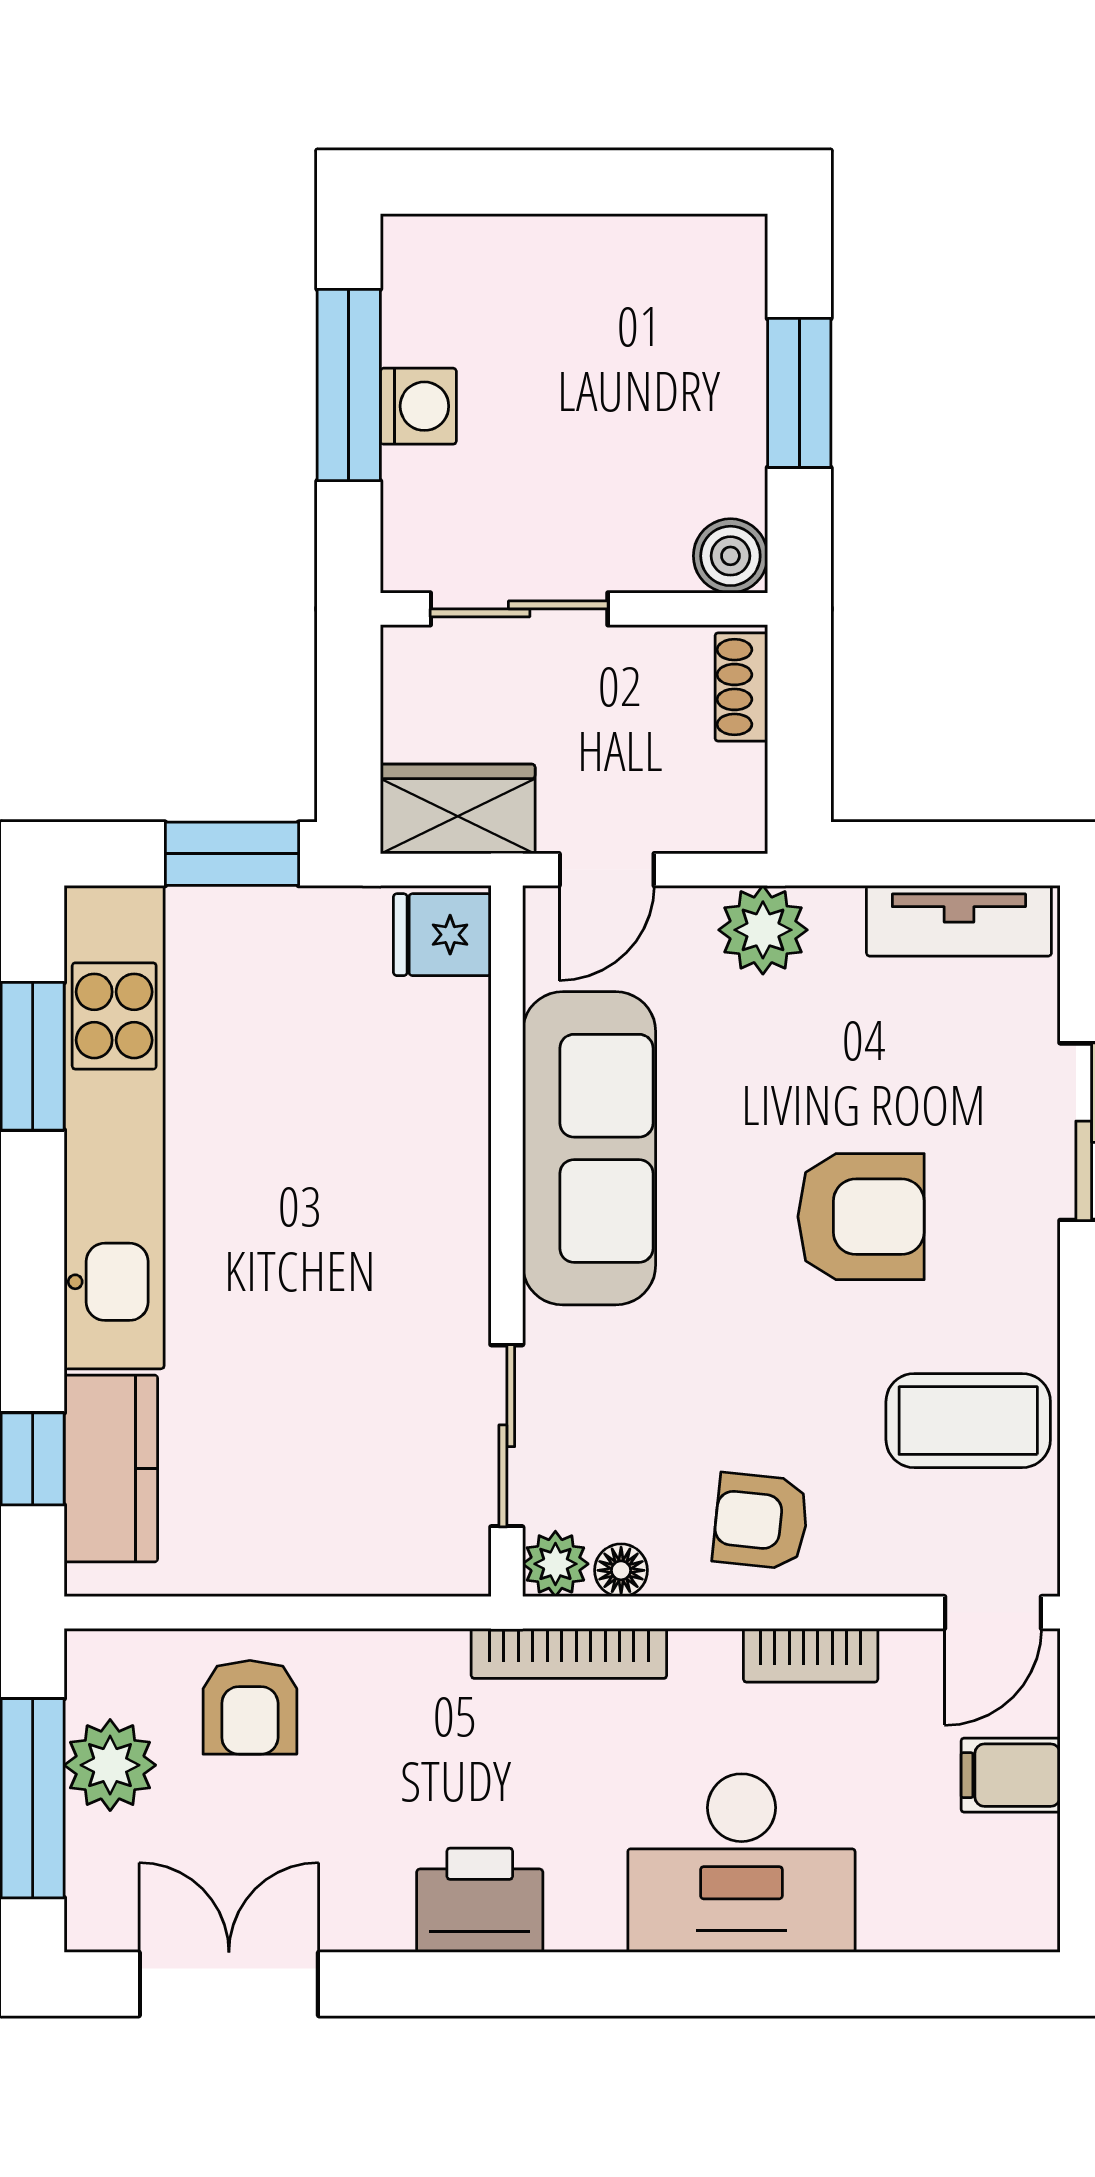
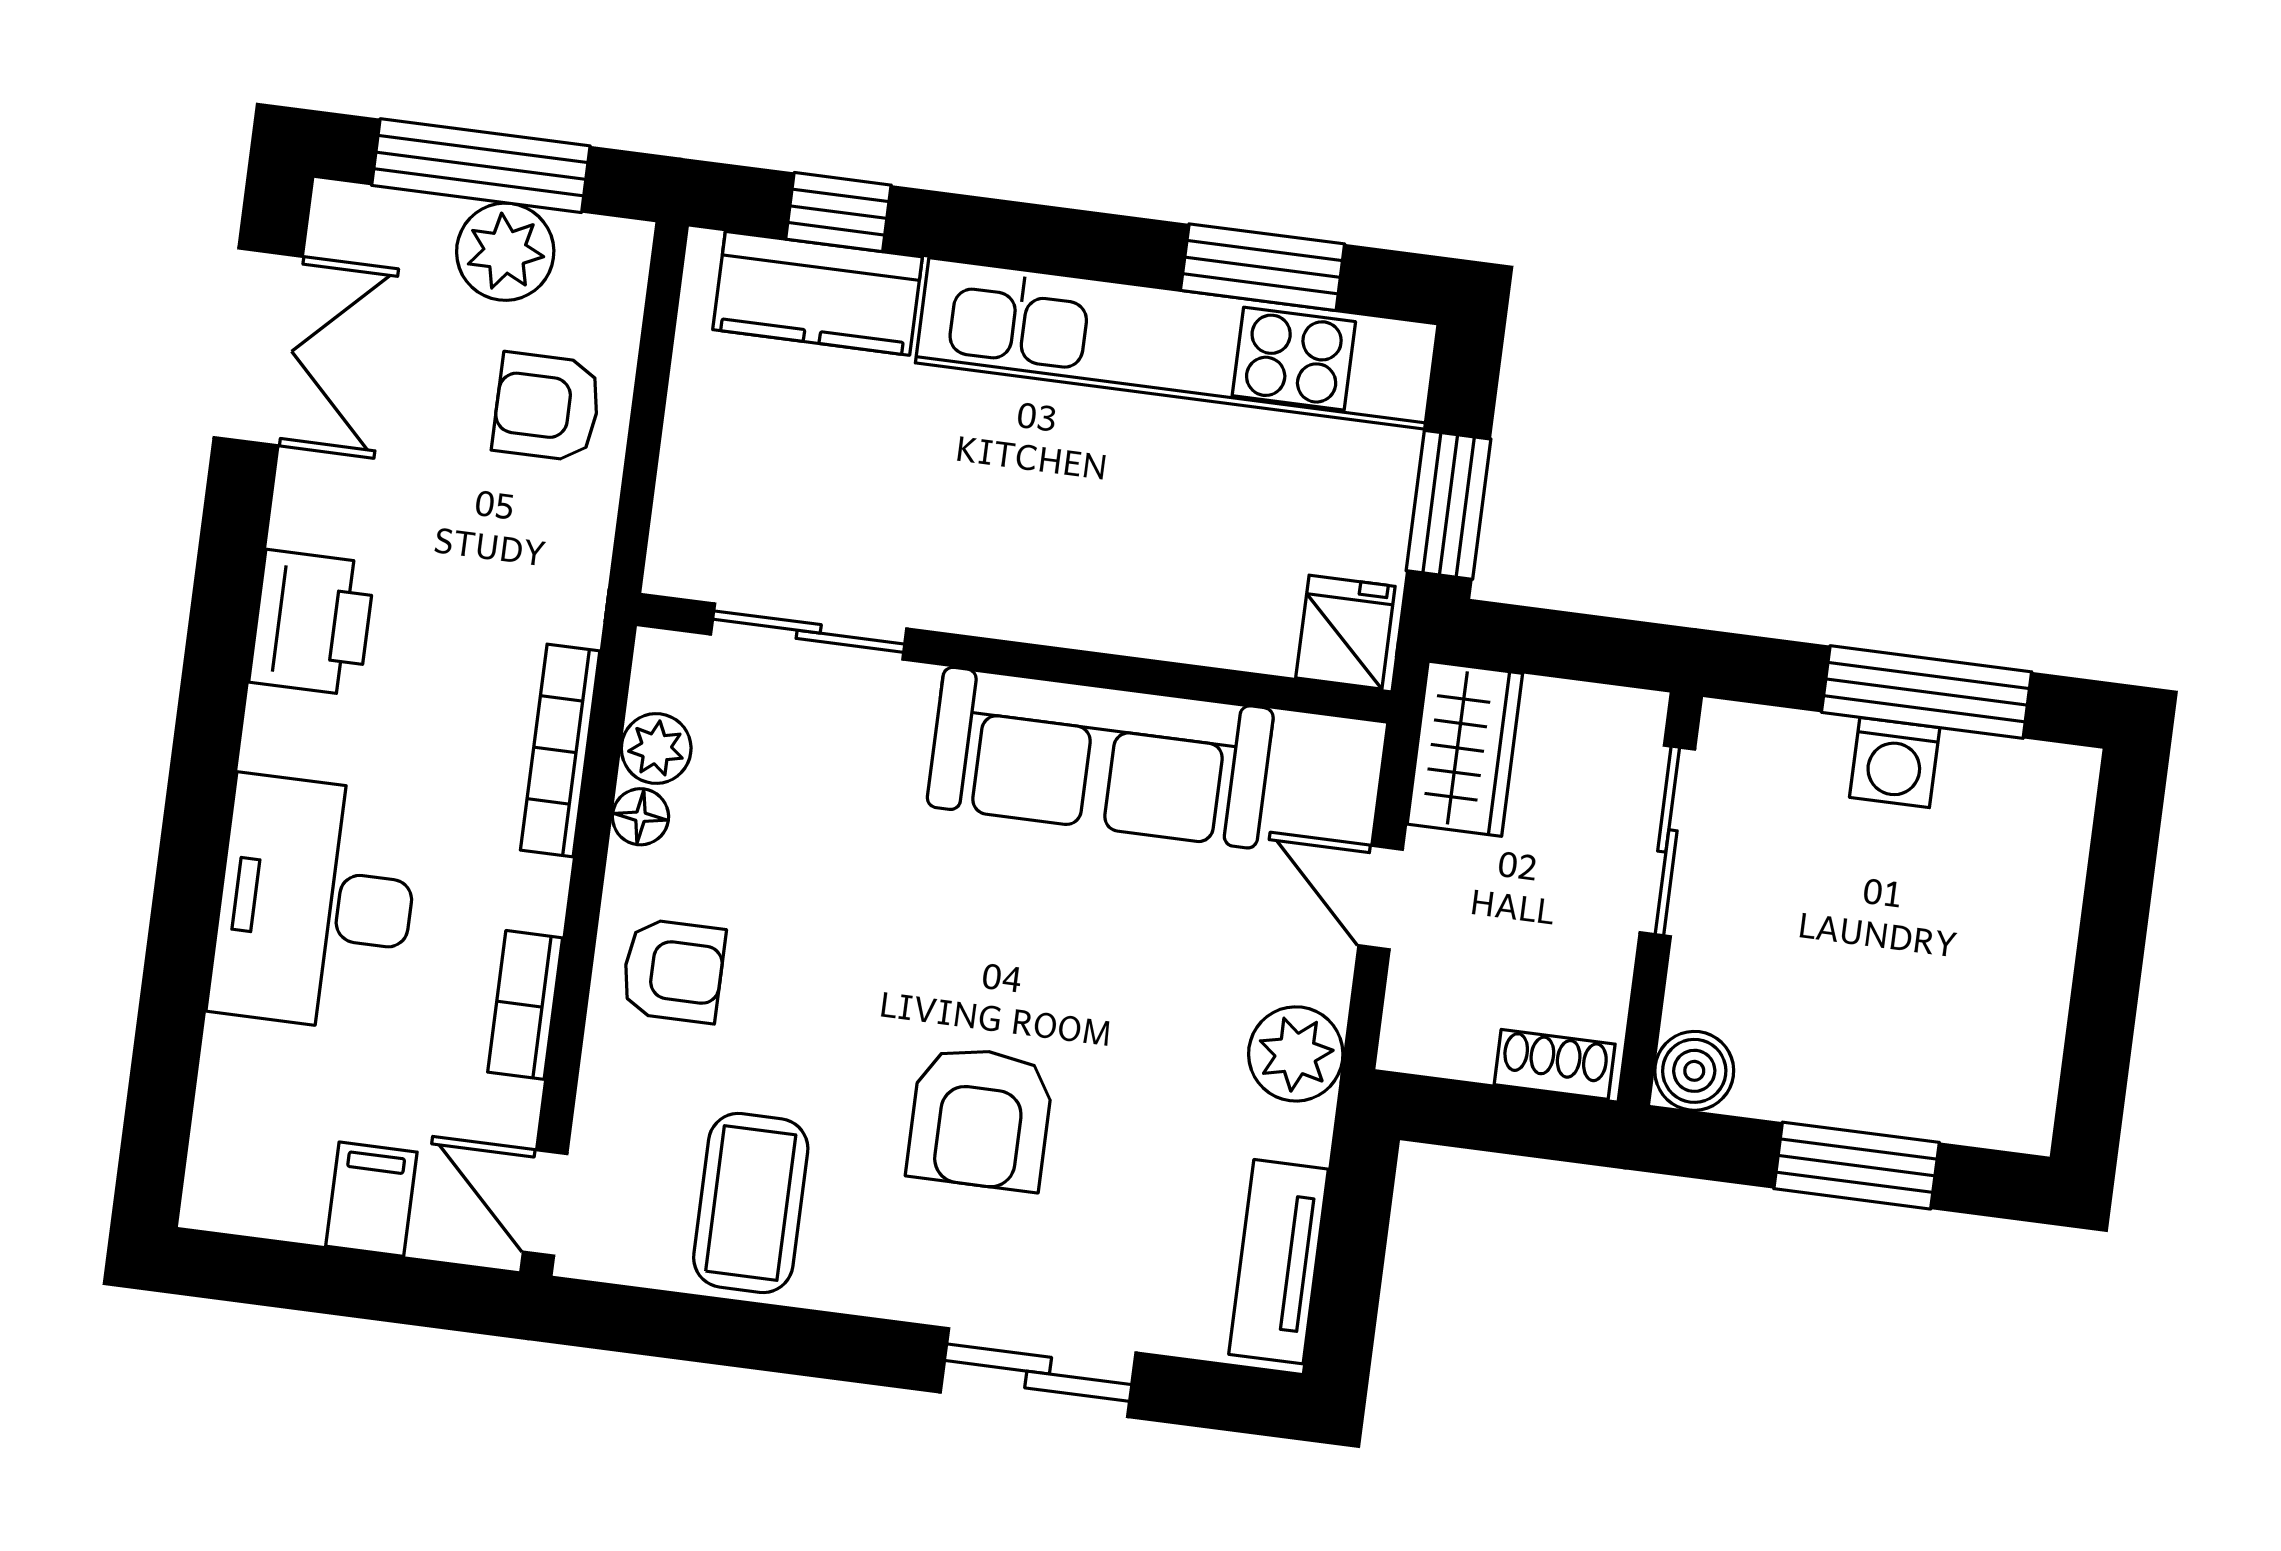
fridge: (442, 935) -> (1345, 632), moved
sofa: (589, 1148) -> (1100, 758), moved
wall: (507, 1241) -> (1014, 658), moved
sliding door: (507, 1436) -> (809, 632), moved
armchair: (761, 1521) -> (673, 971), turned 84

